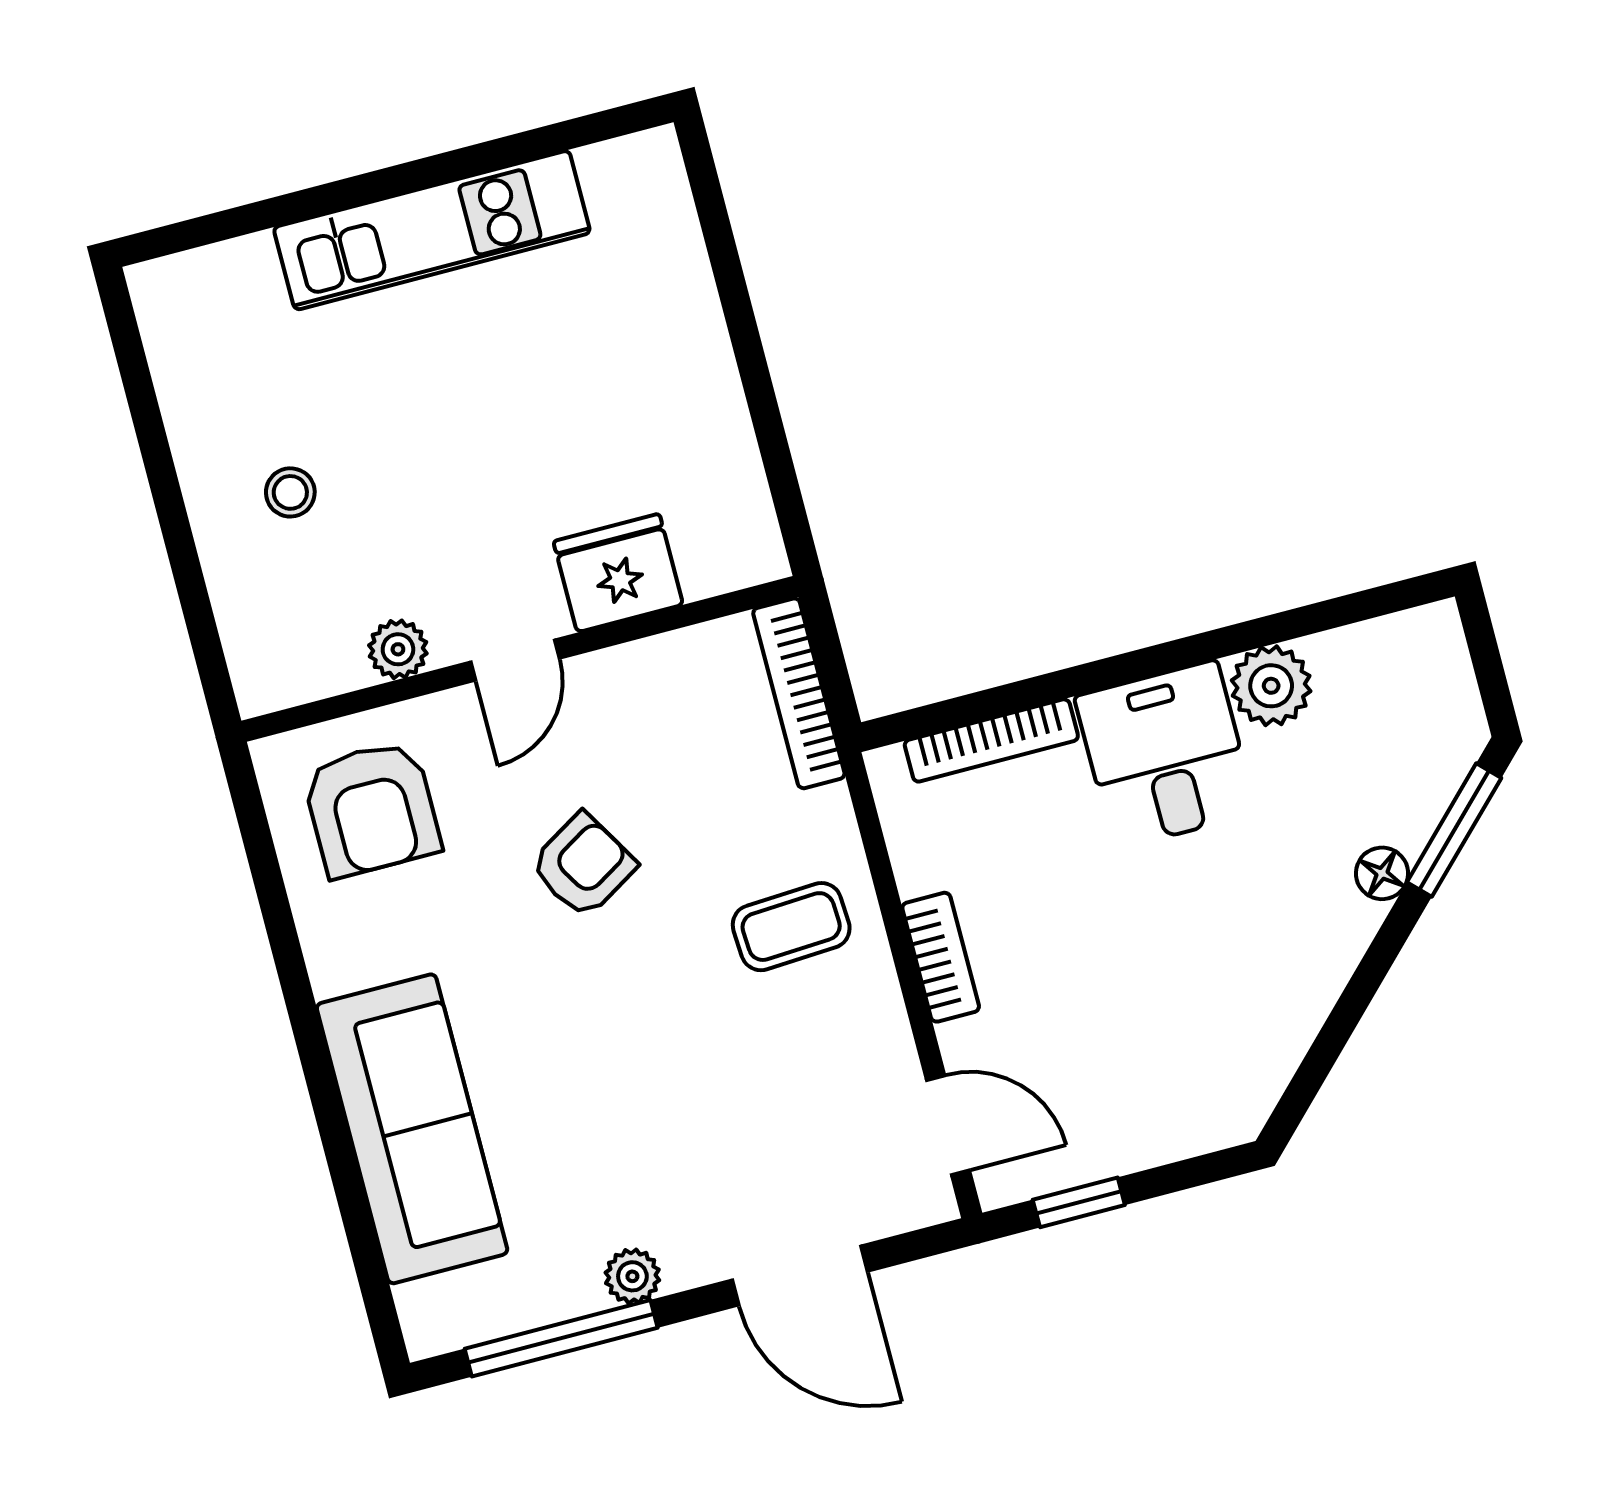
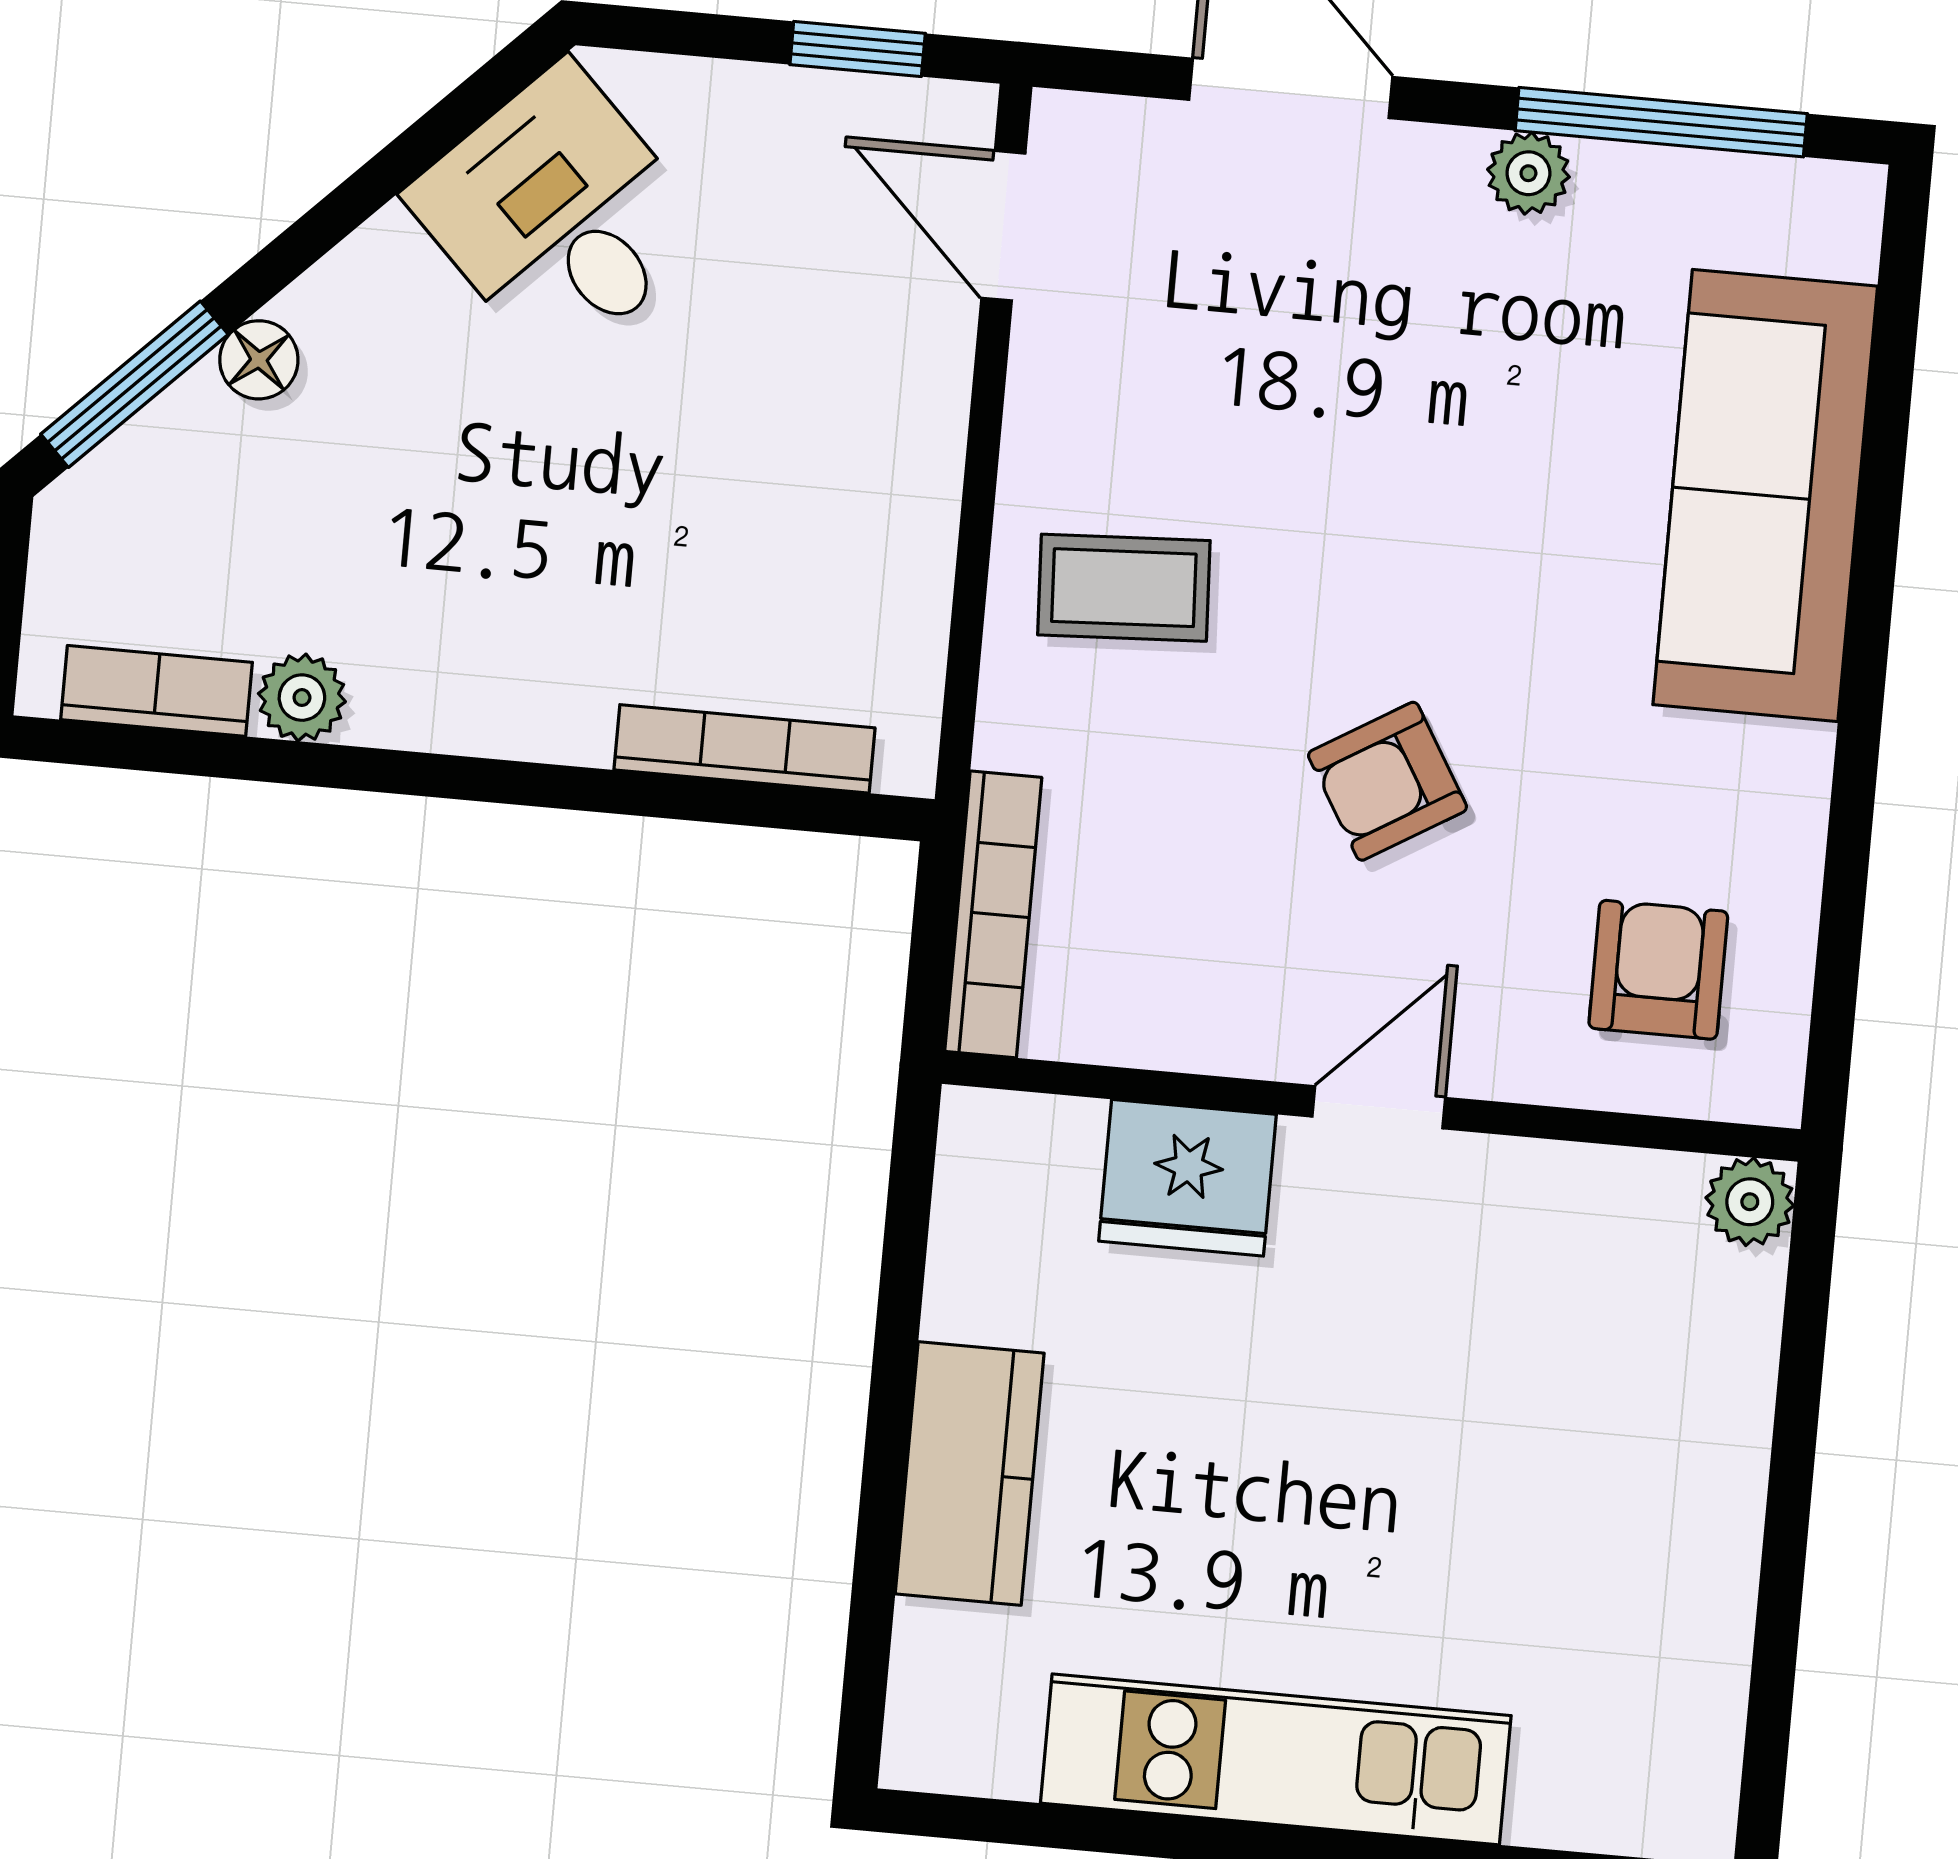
kitchen counter: (687, 339) -> (970, 1474), added
stool: (290, 492) -> (1611, 1460), removed
plant: (398, 649) -> (1750, 1202), moved
plant: (1271, 686) -> (302, 698), width x0.73, depth x0.73
desk: (1165, 755) -> (559, 215), moved, turned 135
armchair: (372, 809) -> (1658, 970), width x0.72, depth x0.72
bookcase: (941, 957) -> (157, 691), moved, turned 90

